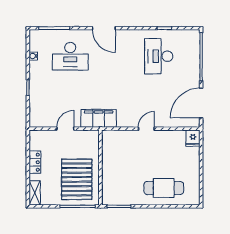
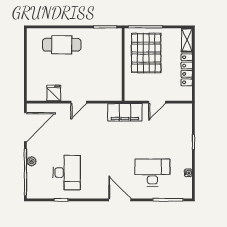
plant: (195, 68) -> (32, 161), added
fridge: (193, 138) -> (54, 93), moved
locker: (35, 162) -> (187, 70), width x1.53

